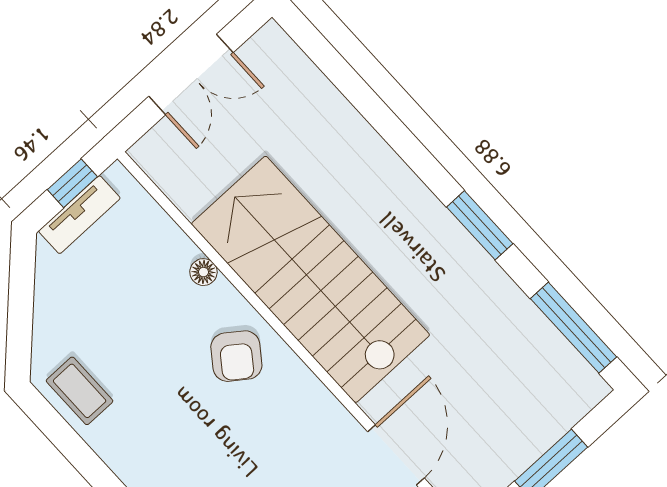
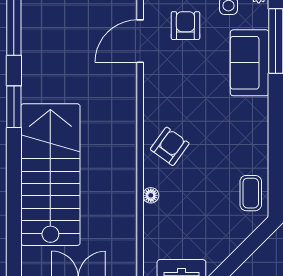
stairs: (311, 279) -> (50, 175), moved, turned 180

